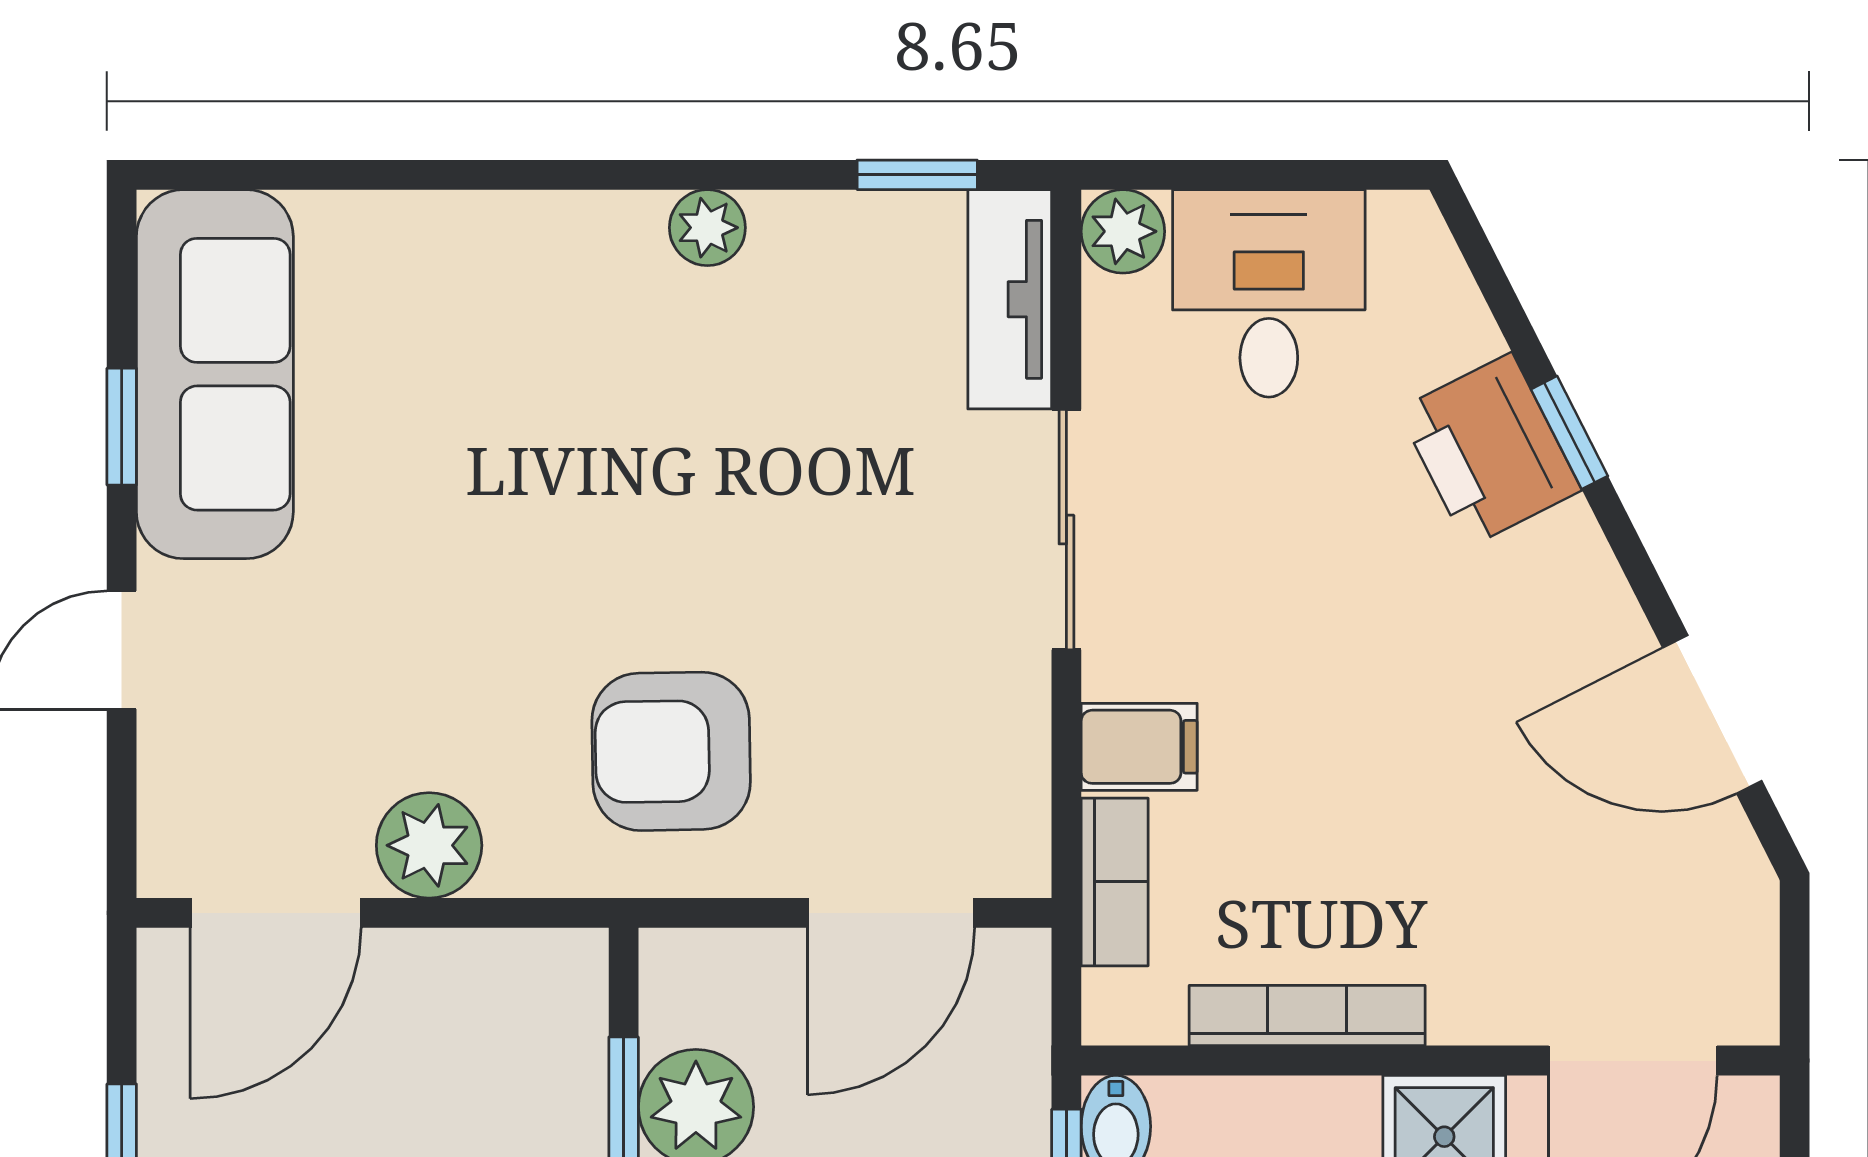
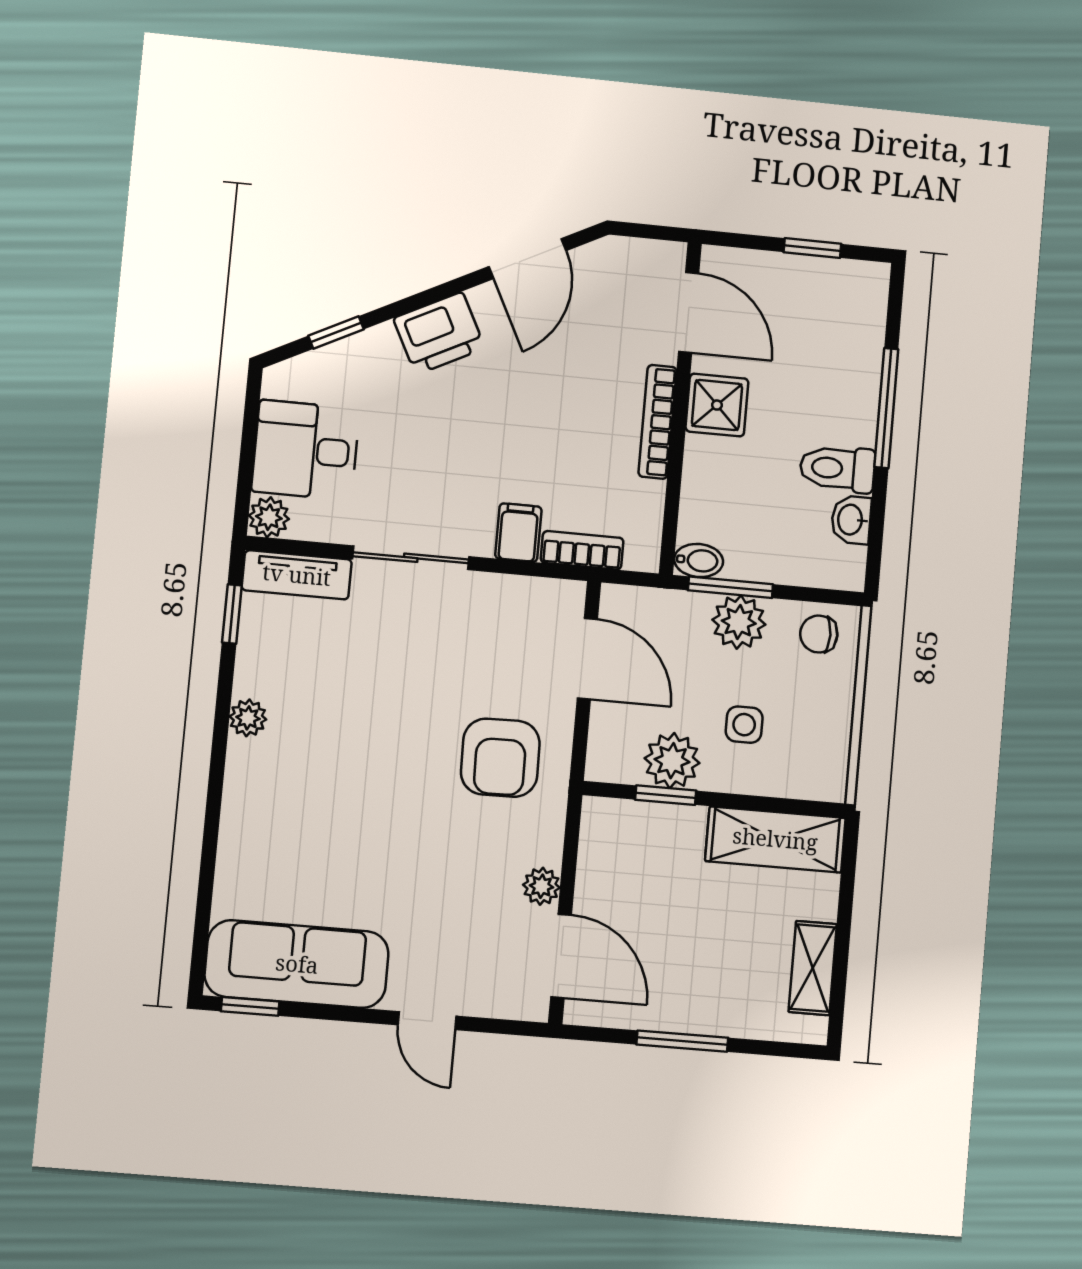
window: (122, 427) -> (250, 1006), moved
window: (1569, 433) -> (336, 332), moved
printer: (1490, 450) -> (439, 333), moved
plant: (429, 845) -> (541, 886), width x0.73, depth x0.73
bookcase: (1307, 1016) -> (658, 422), moved

